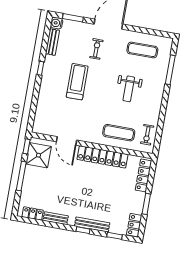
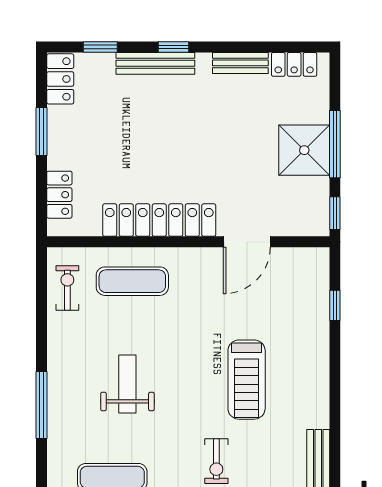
window: (40, 68) -> (335, 305), moved
window: (170, 70) -> (41, 405), moved
door: (67, 141) -> (247, 242), swing flipped
shower: (39, 155) -> (304, 150), moved
locker: (143, 175) -> (59, 195), width x0.66

